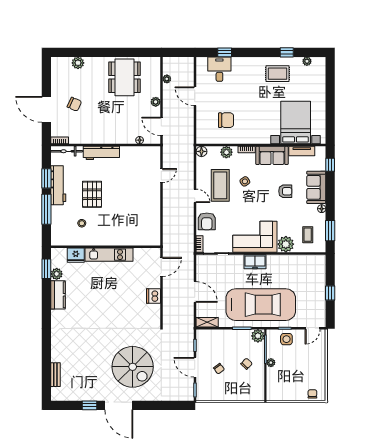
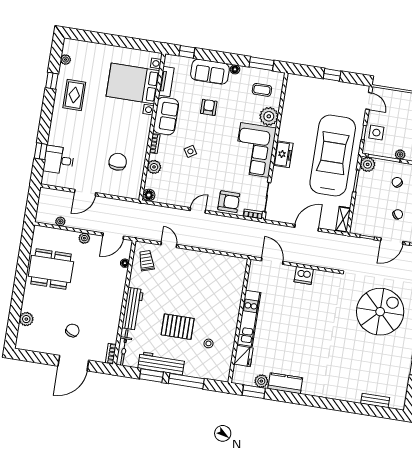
trolley: (145, 158) -> (146, 261), added
coffee table: (220, 185) -> (191, 180), removed

